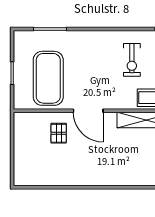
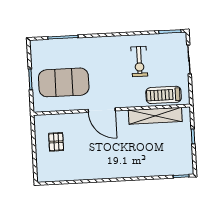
exercise mat: (48, 78) -> (64, 82), turned 90
pallet: (59, 133) -> (56, 142), moved

